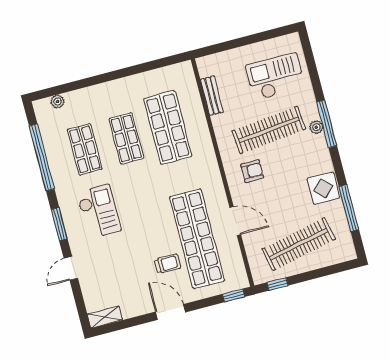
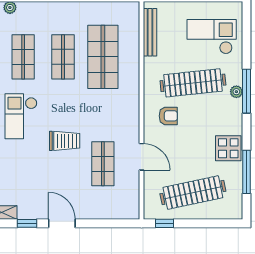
bench: (212, 96) -> (150, 32), width x1.36
checkout: (99, 212) -> (21, 116), turned 180
shop shelf: (197, 239) -> (103, 164), width x0.50, depth x0.74
trolley: (168, 264) -> (65, 141), moved, width x1.36, depth x1.39
window: (234, 295) -> (27, 223), moved

